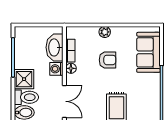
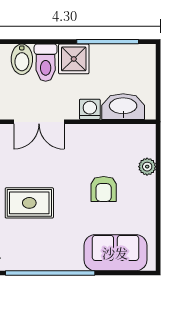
plant: (105, 32) -> (147, 167), moved
bookcase: (70, 51) -> (118, 131), removed
floor lamp: (71, 68) -> (91, 132), removed

